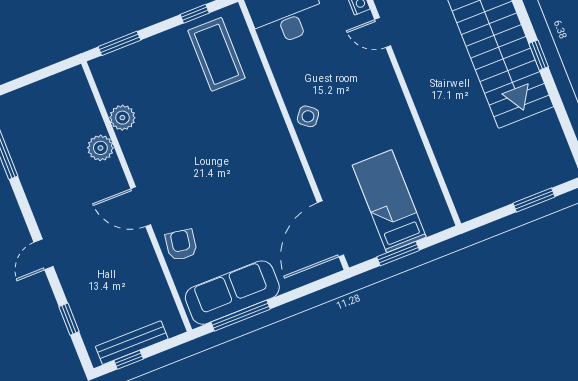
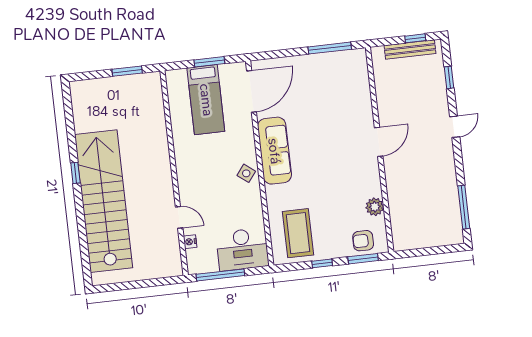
window: (195, 14) -> (322, 263), moved
plant: (100, 148) -> (396, 190), removed
window: (534, 200) -> (127, 71), moved
door: (141, 207) -> (379, 142), hinge flipped
armchair: (181, 245) -> (363, 241), moved, turned 81
sofa: (232, 293) -> (274, 151), moved, turned -90

